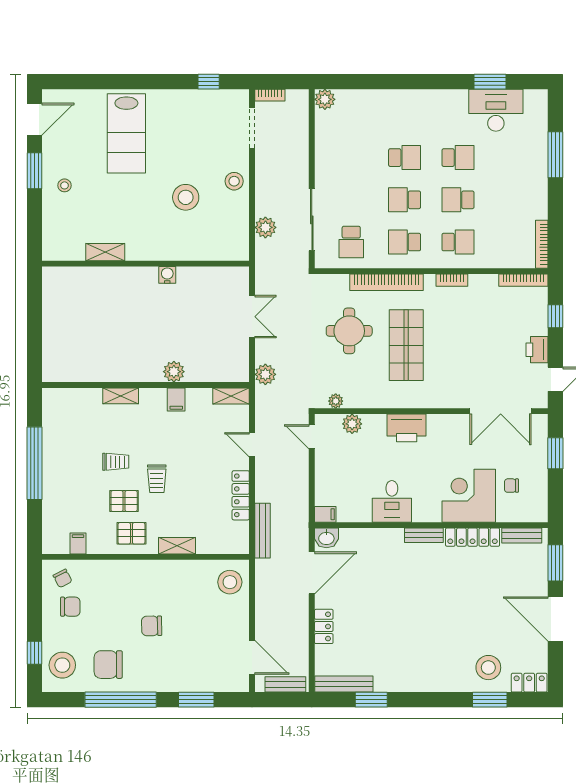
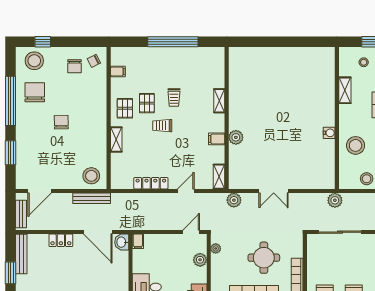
school desk: (351, 242) -> (325, 259), removed
shelving: (105, 252) -> (345, 90), moved
wall: (146, 264) -> (337, 118), moved
water cooler: (167, 275) -> (329, 133), moved
bench: (263, 531) -> (92, 198), moved

